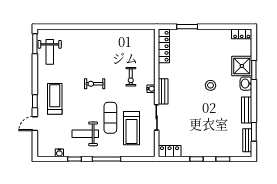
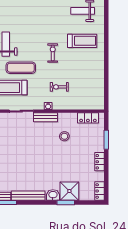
locker: (211, 34) -> (100, 162), added
locker: (164, 46) -> (88, 118), width x0.66
stool: (210, 85) -> (64, 136), moved
treadmill: (55, 99) -> (82, 41), moved
bench: (247, 110) -> (28, 196), width x1.36

